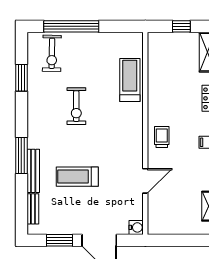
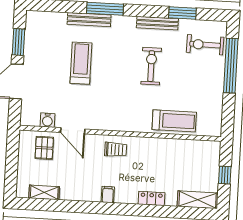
exercise bike: (76, 106) -> (151, 66), turned 90
bench: (33, 209) -> (157, 23), moved, width x1.36
pallet: (164, 209) -> (44, 148), added
water cooler: (136, 227) -> (47, 120), moved

